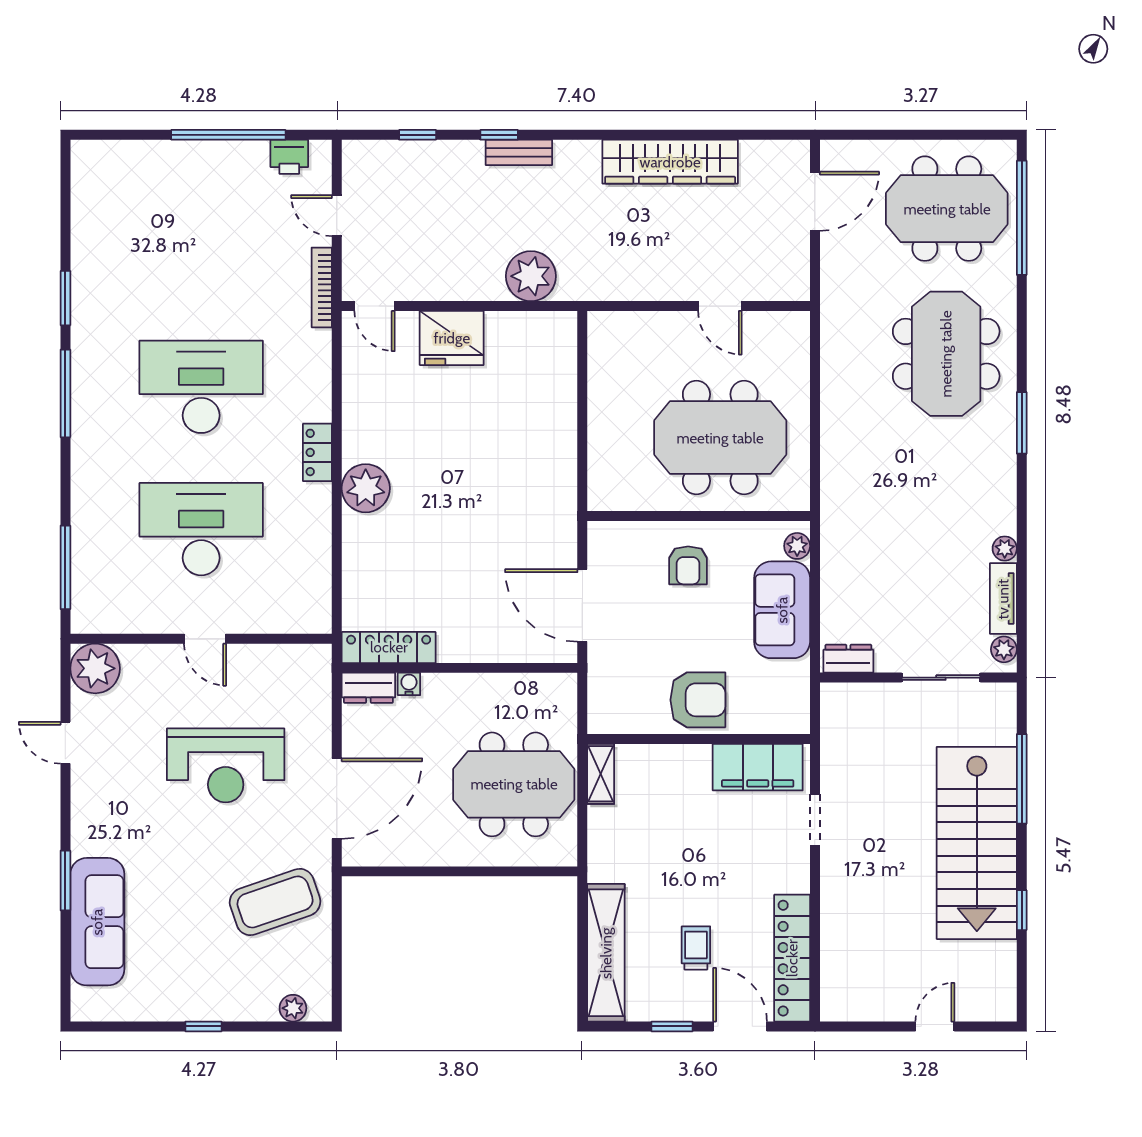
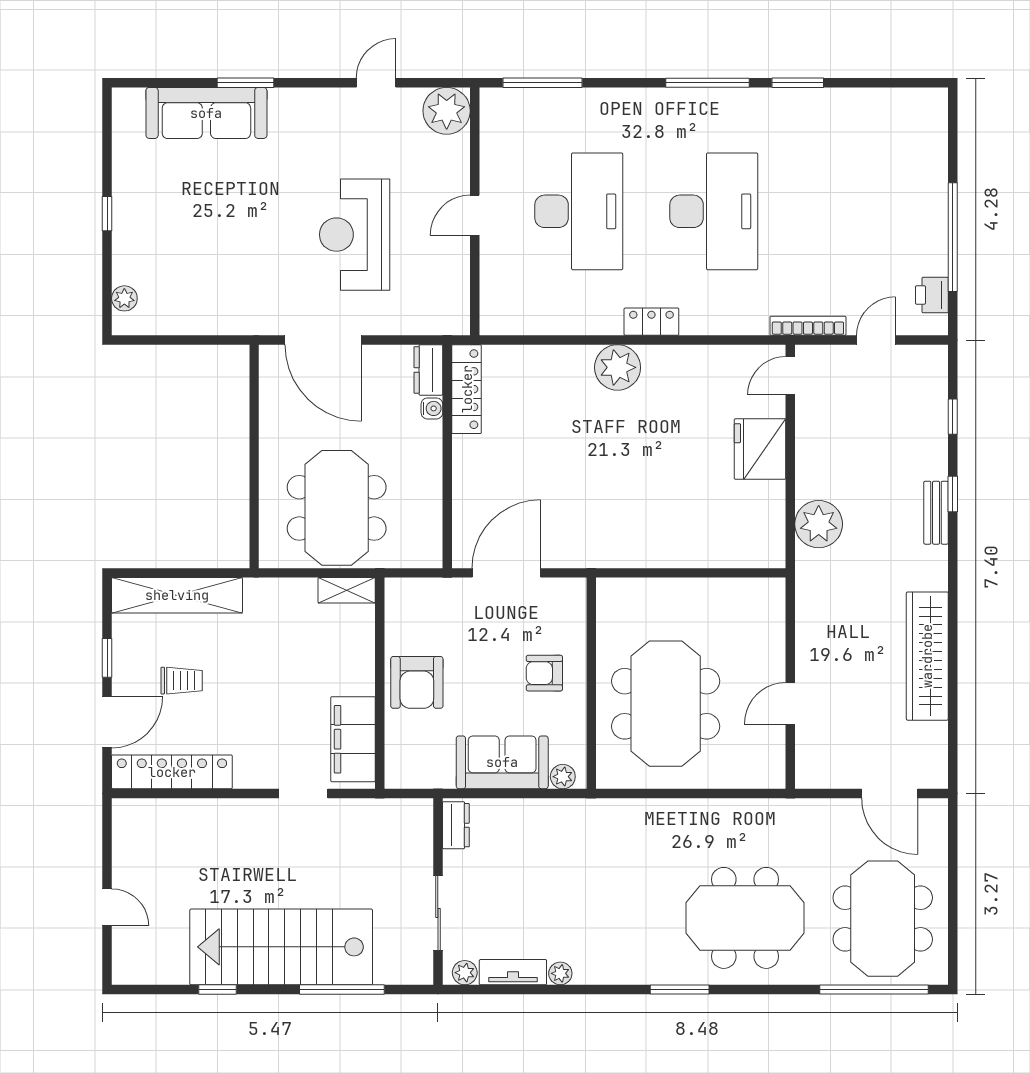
coffee table: (275, 902) -> (225, 281), removed

